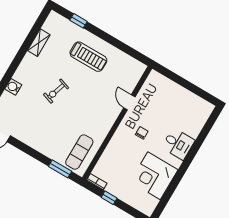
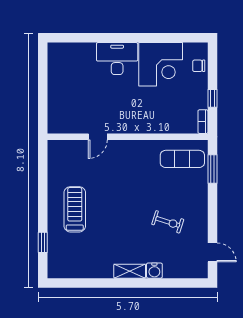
shelving: (39, 43) -> (130, 271), moved
exercise bike: (56, 91) -> (168, 222), moved
chair: (142, 133) -> (199, 66), moved
desk: (178, 144) -> (117, 59), width x1.37

